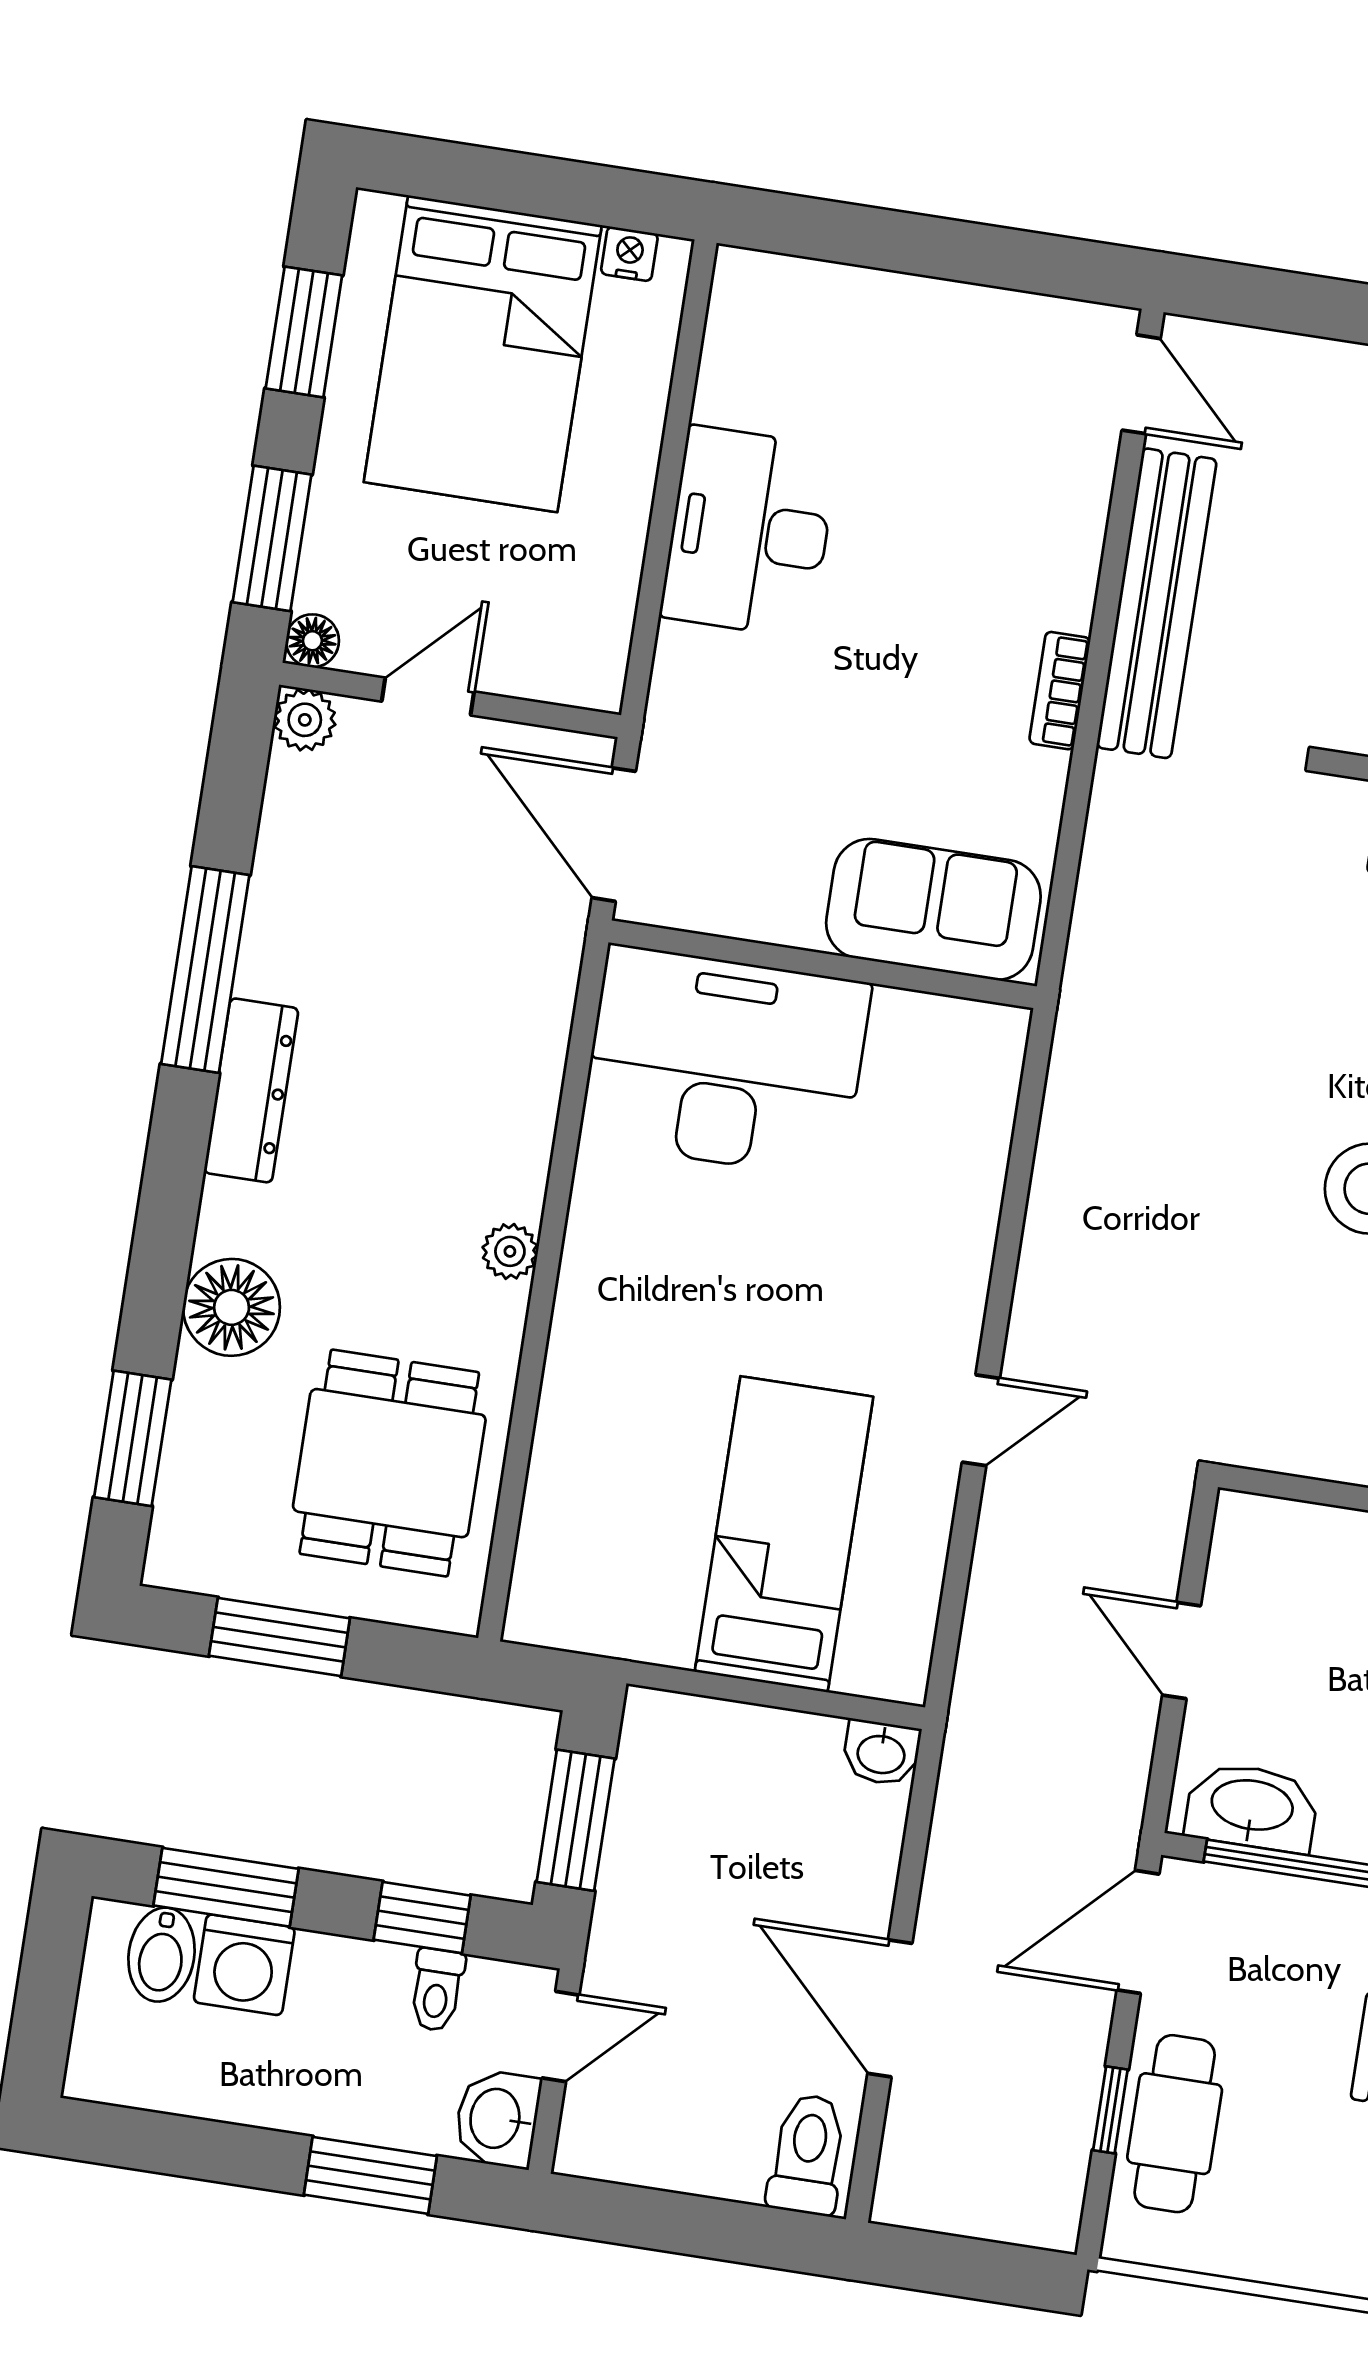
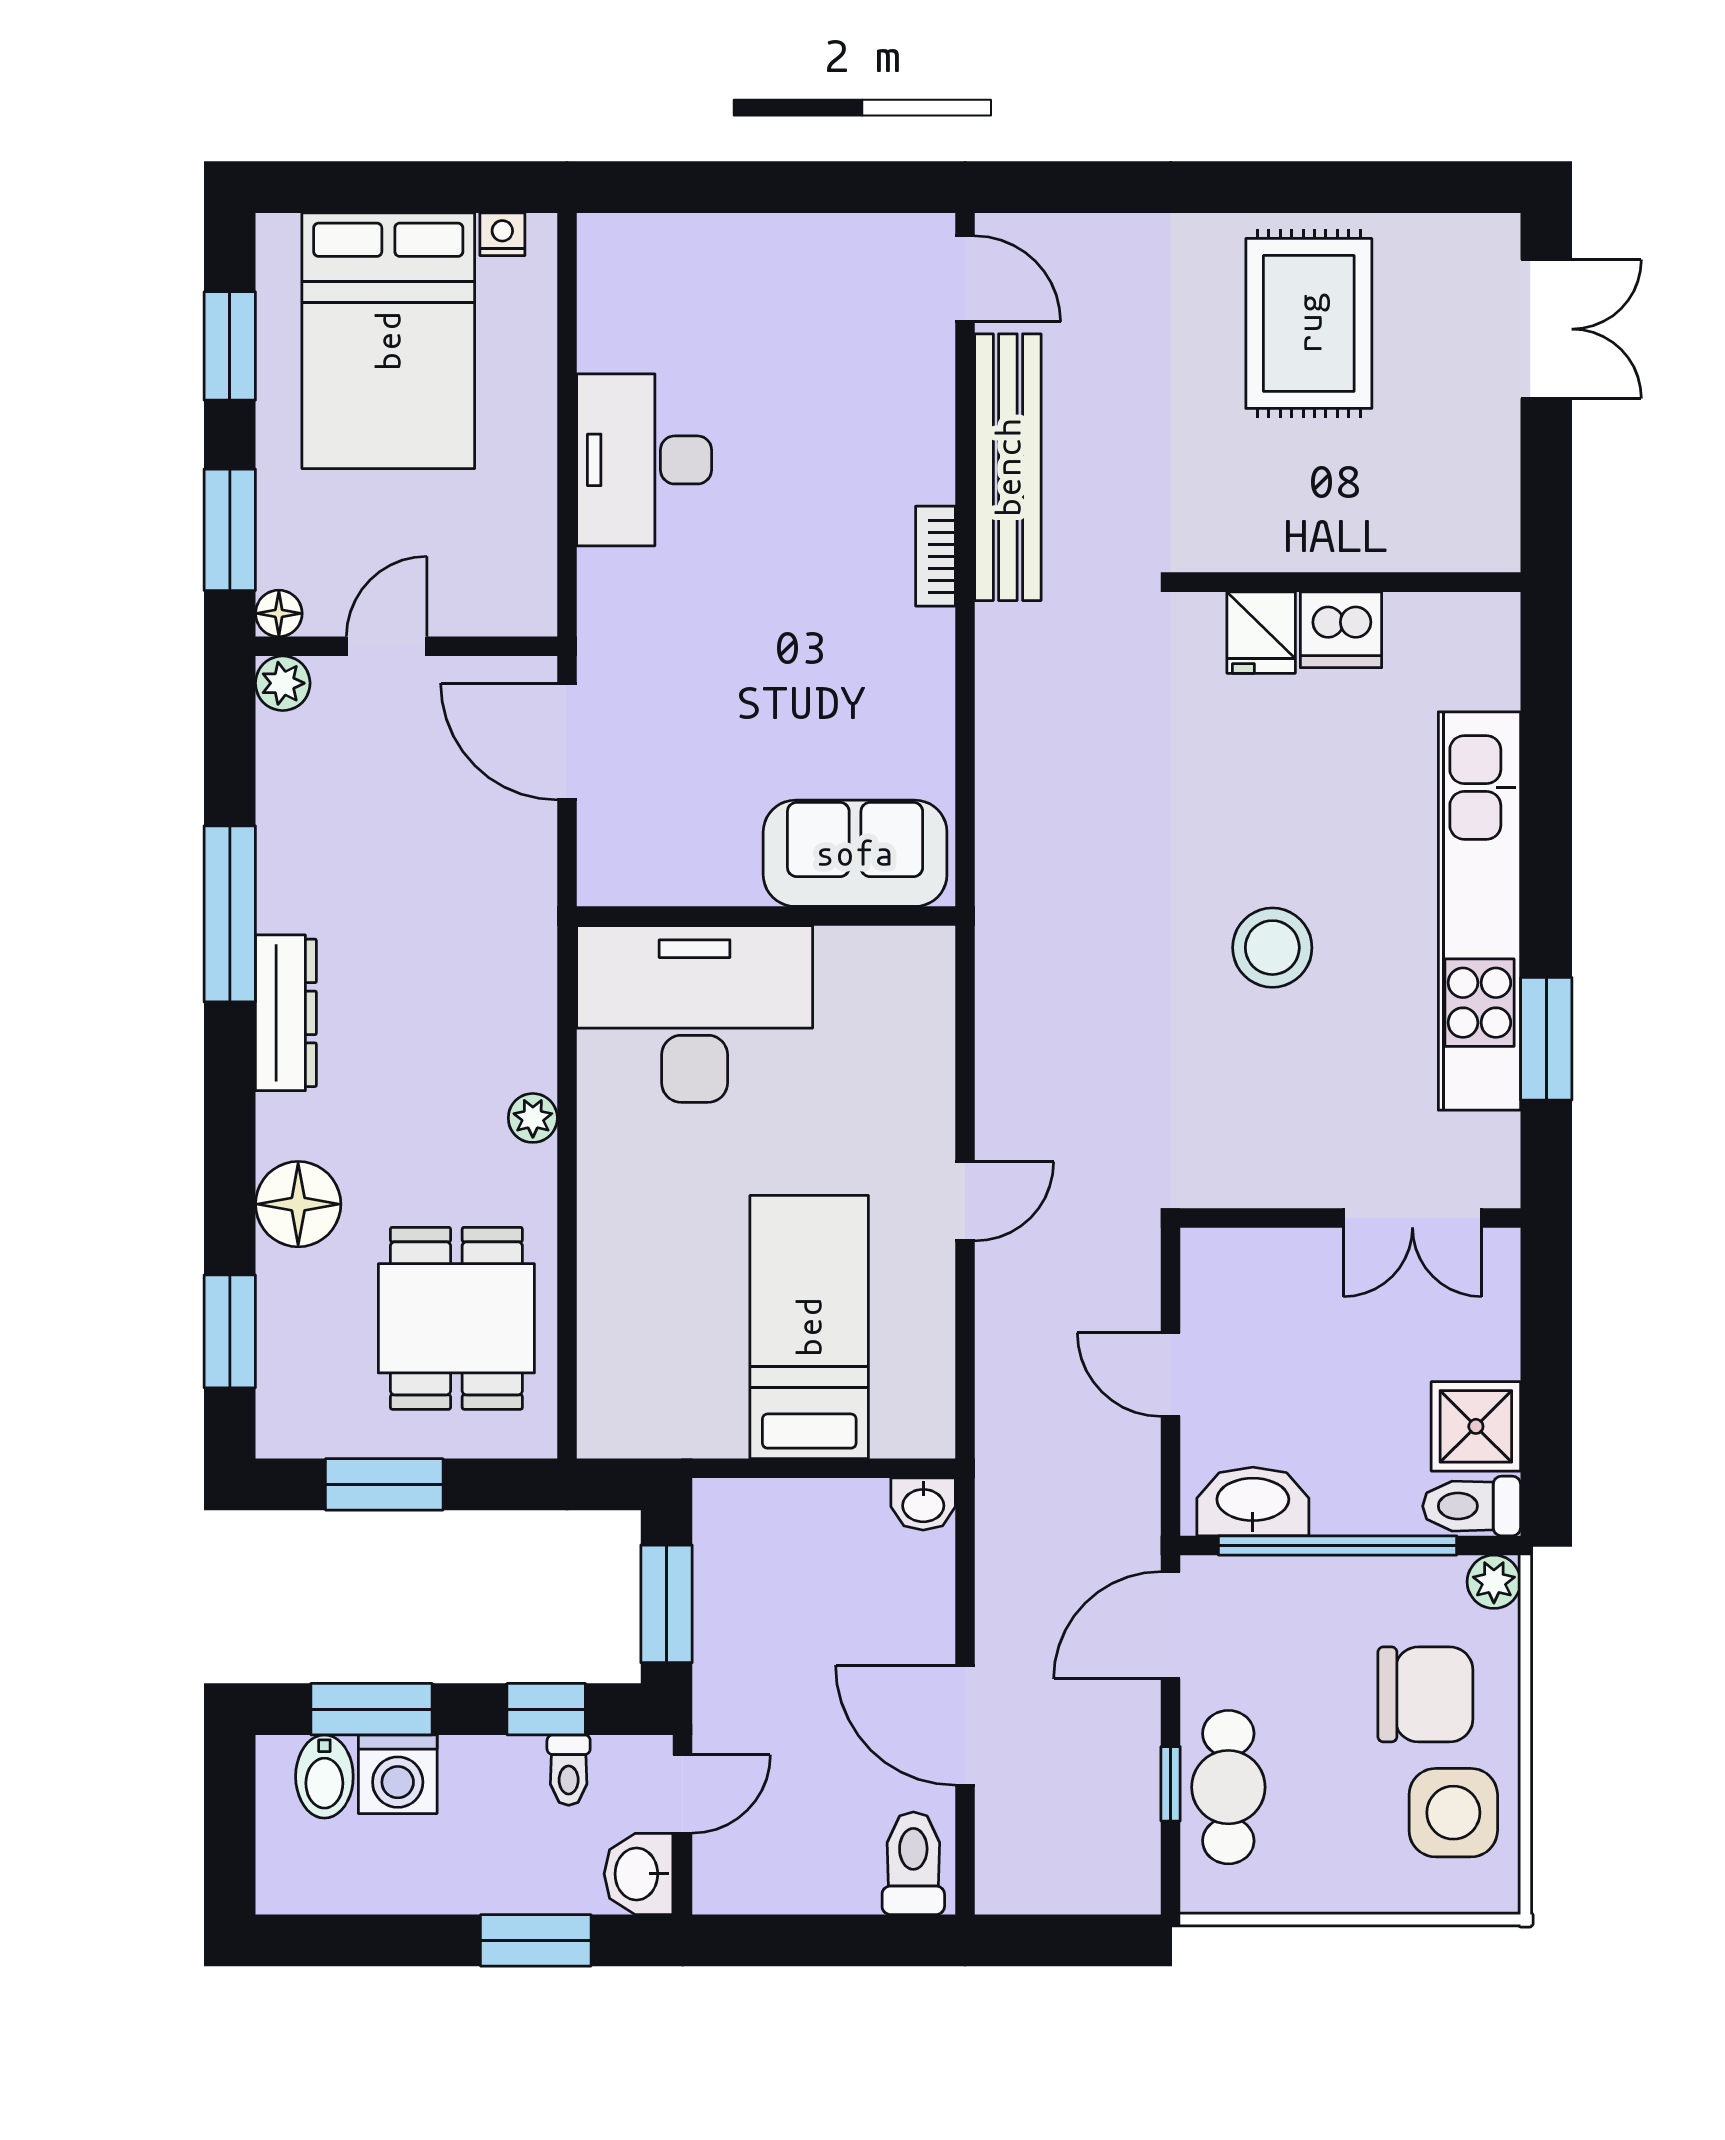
sofa: (933, 909) -> (855, 853), moved
wall: (823, 964) -> (766, 916), moved
desk: (725, 1062) -> (695, 1014), moved

